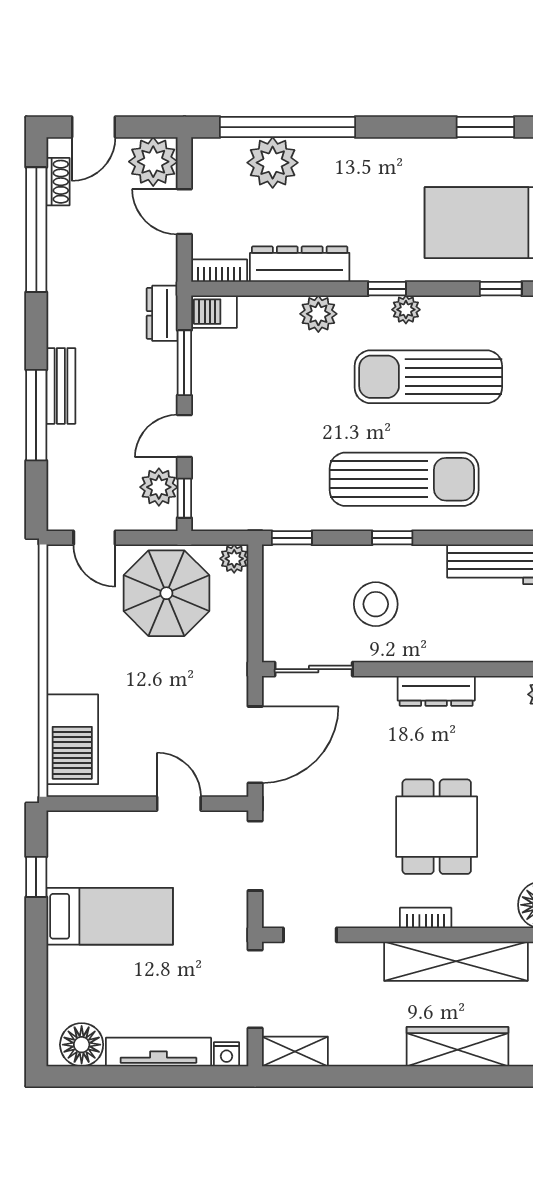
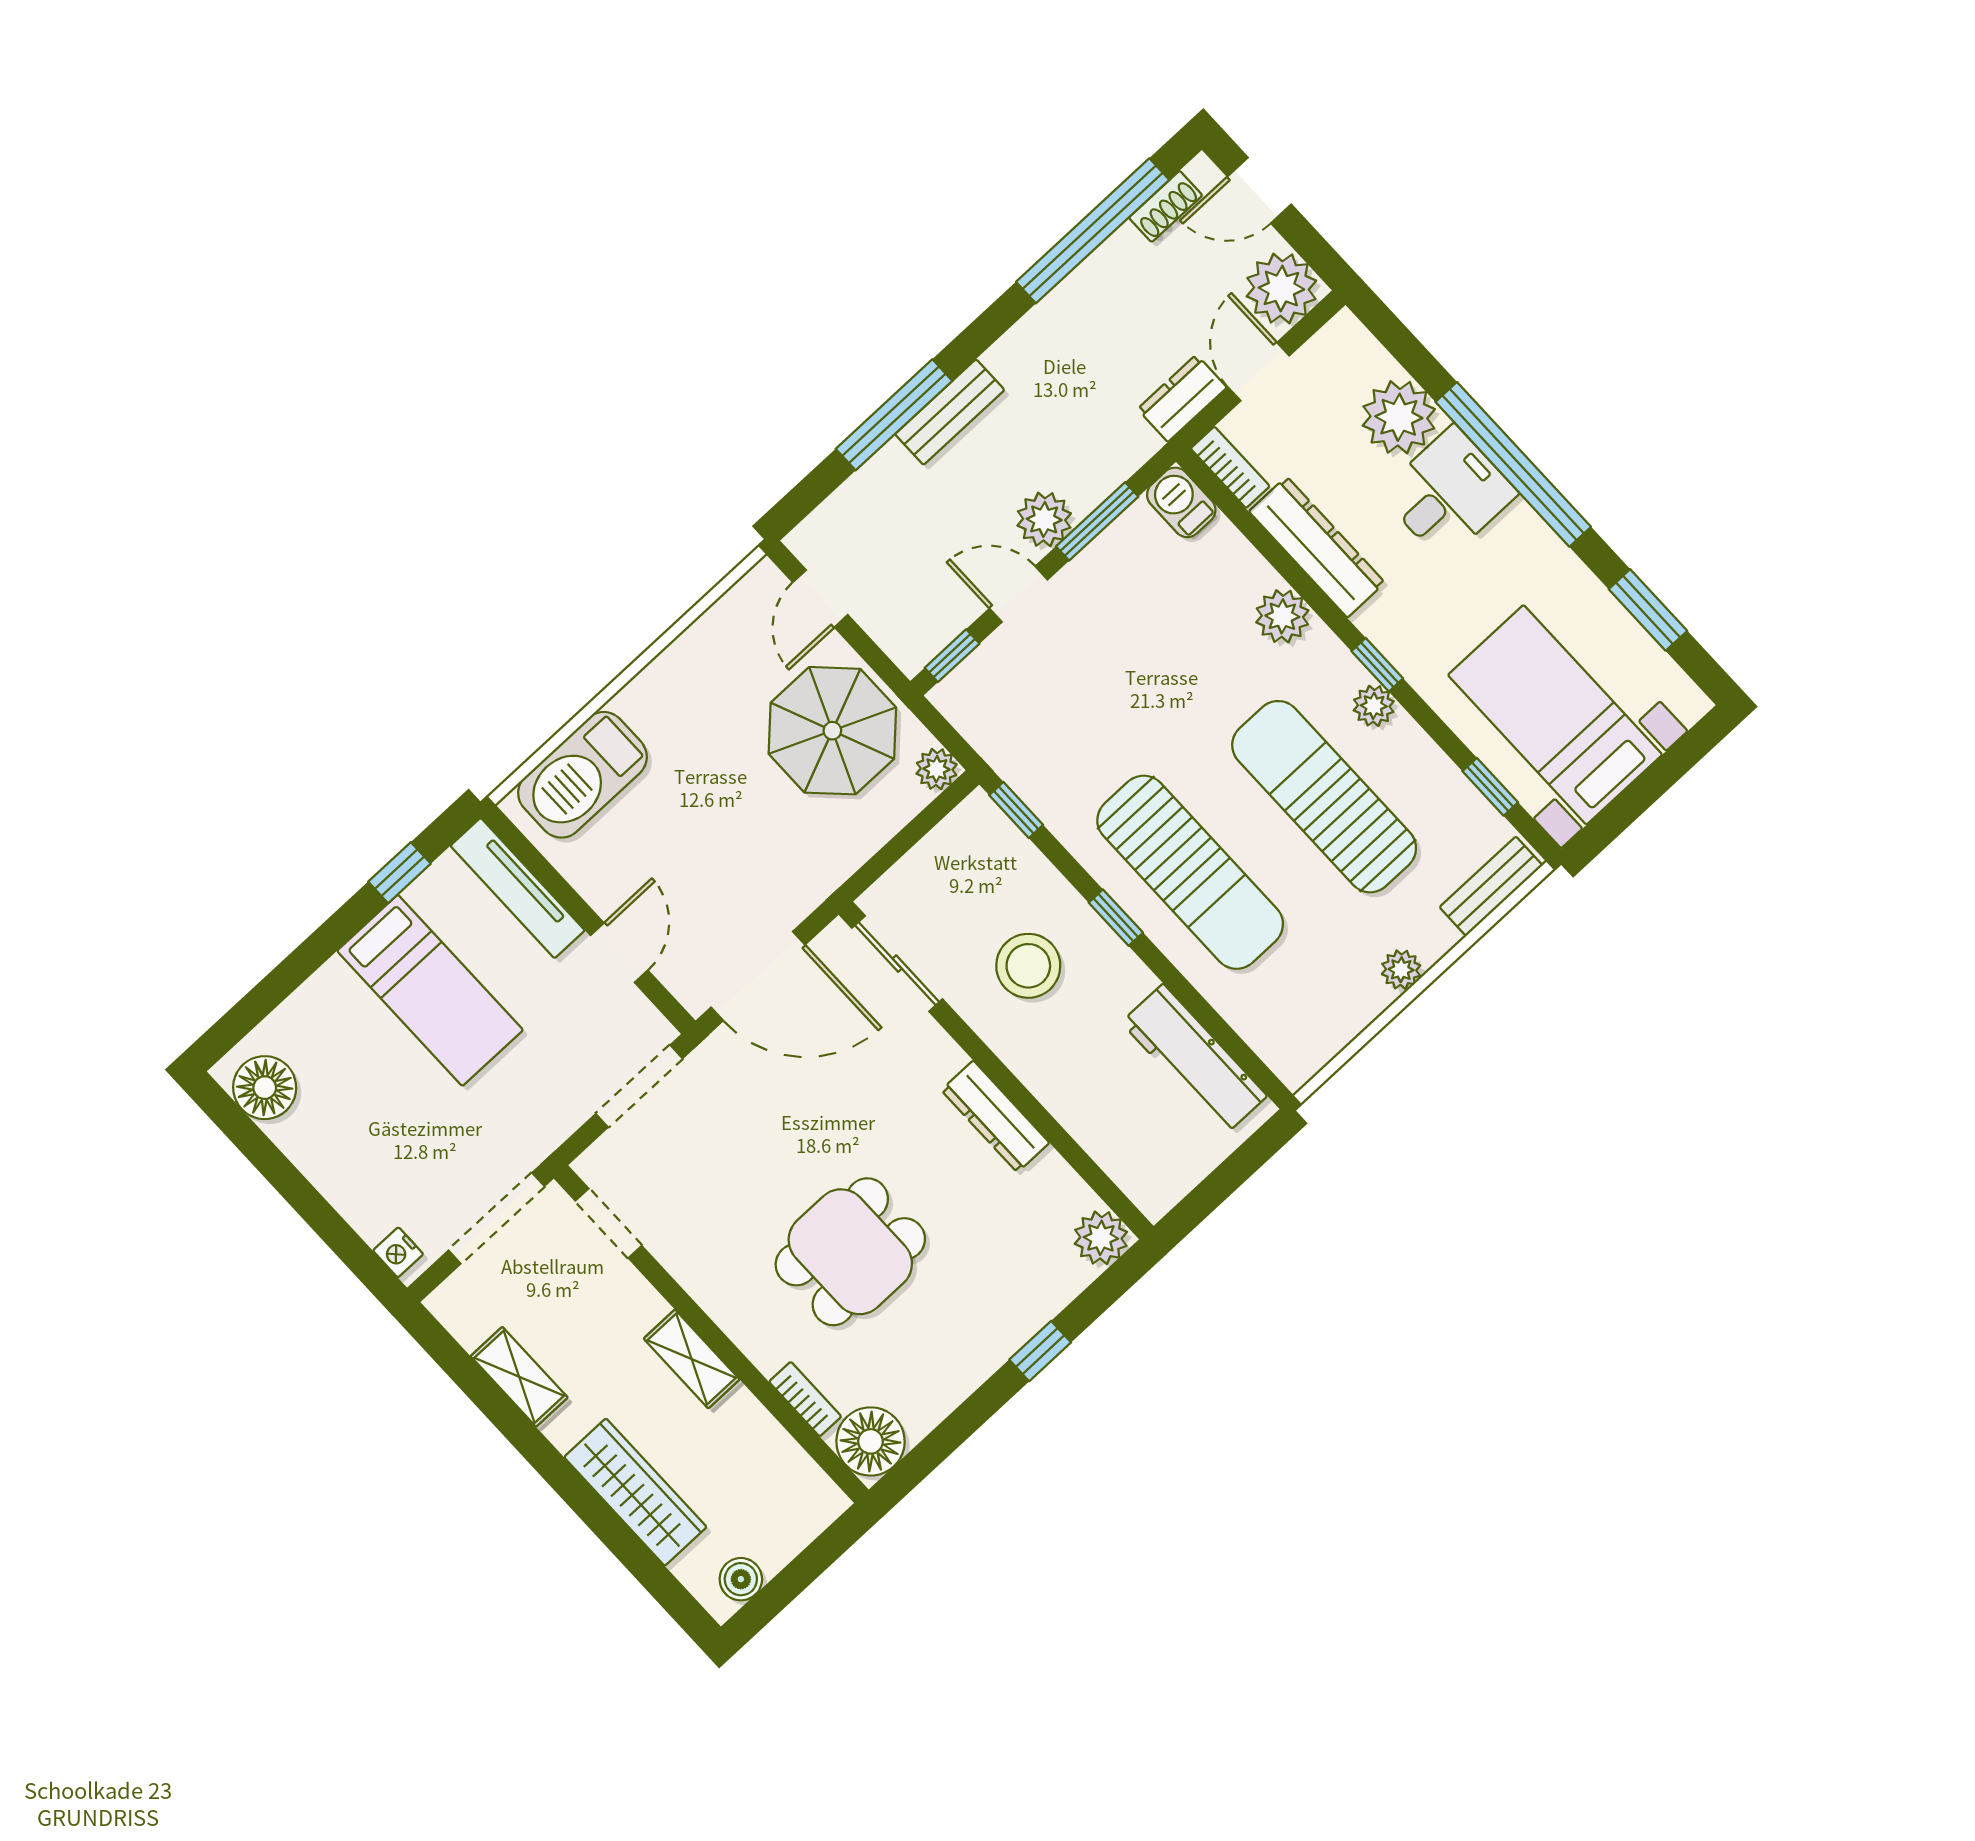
window: (288, 127) -> (1513, 464), moved
desk: (334, 173) -> (1449, 493), added
dresser: (162, 313) -> (1182, 398), moved
plant: (159, 487) -> (1044, 519), moved
bookcase: (426, 918) -> (805, 1399), moved
shelving: (456, 961) -> (692, 1359), width x0.45, depth x0.75
shelving: (295, 1051) -> (519, 1377), moved
tv unit: (158, 1052) -> (518, 888), moved, turned 180

